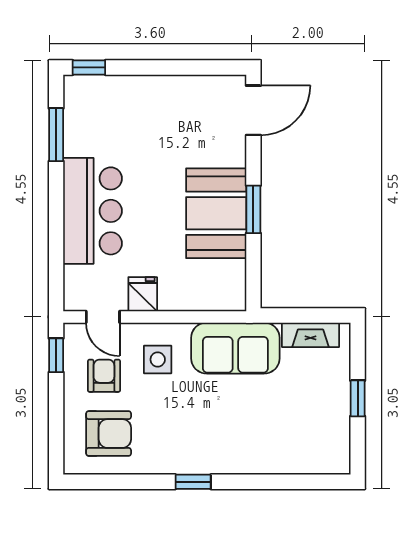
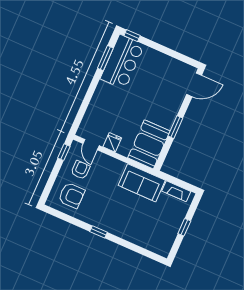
bar counter: (93, 211) -> (122, 62), moved
booth: (216, 213) -> (149, 144), moved
side table: (158, 360) -> (106, 173), removed

